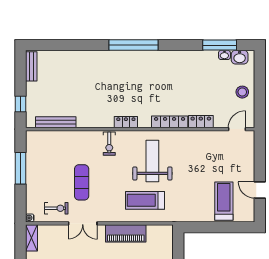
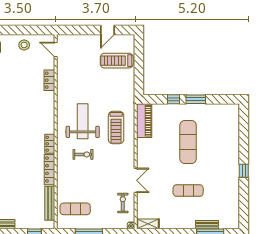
locker: (170, 122) -> (50, 170), moved
exercise bike: (109, 144) -> (83, 154), moved
weight bench: (152, 161) -> (83, 121), turned 90
exercise mat: (82, 182) -> (75, 209), moved
piano: (126, 233) -> (144, 121), moved

